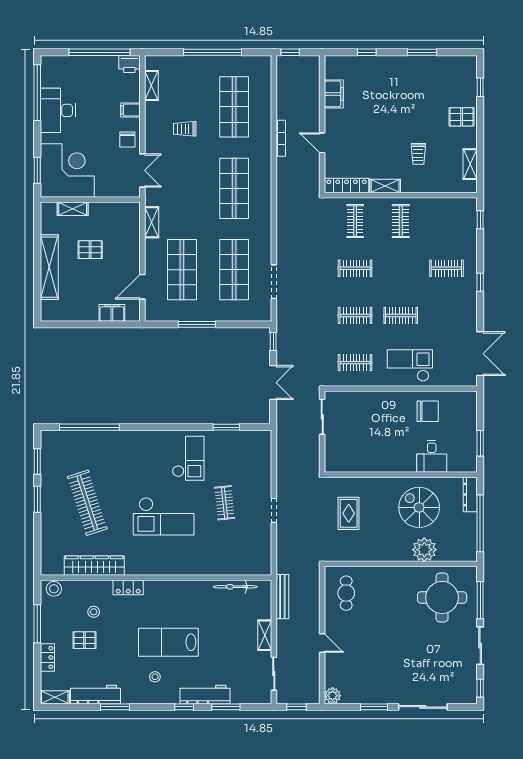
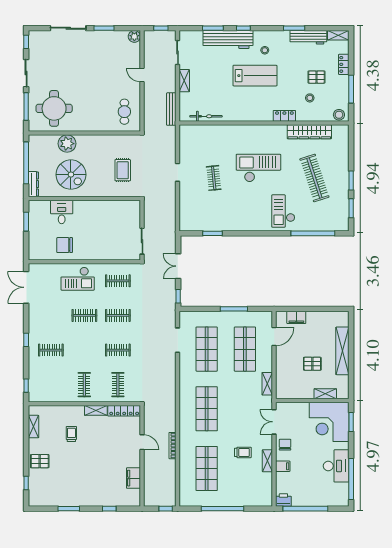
shelving: (151, 86) -> (267, 461), moved
checkout: (188, 458) -> (283, 211), moved
workbench: (205, 694) -> (228, 39), width x1.36, depth x1.32

